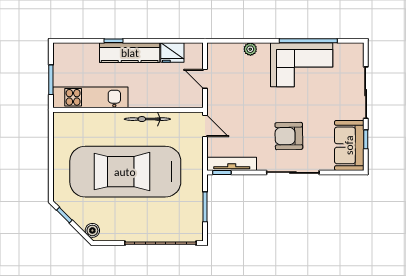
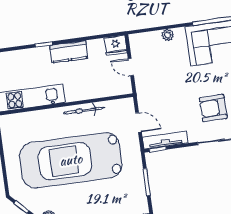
kitchen counter: (130, 53) -> (69, 52), width x0.67
fridge: (172, 53) -> (116, 45), moved
door: (205, 126) -> (139, 122), moved

